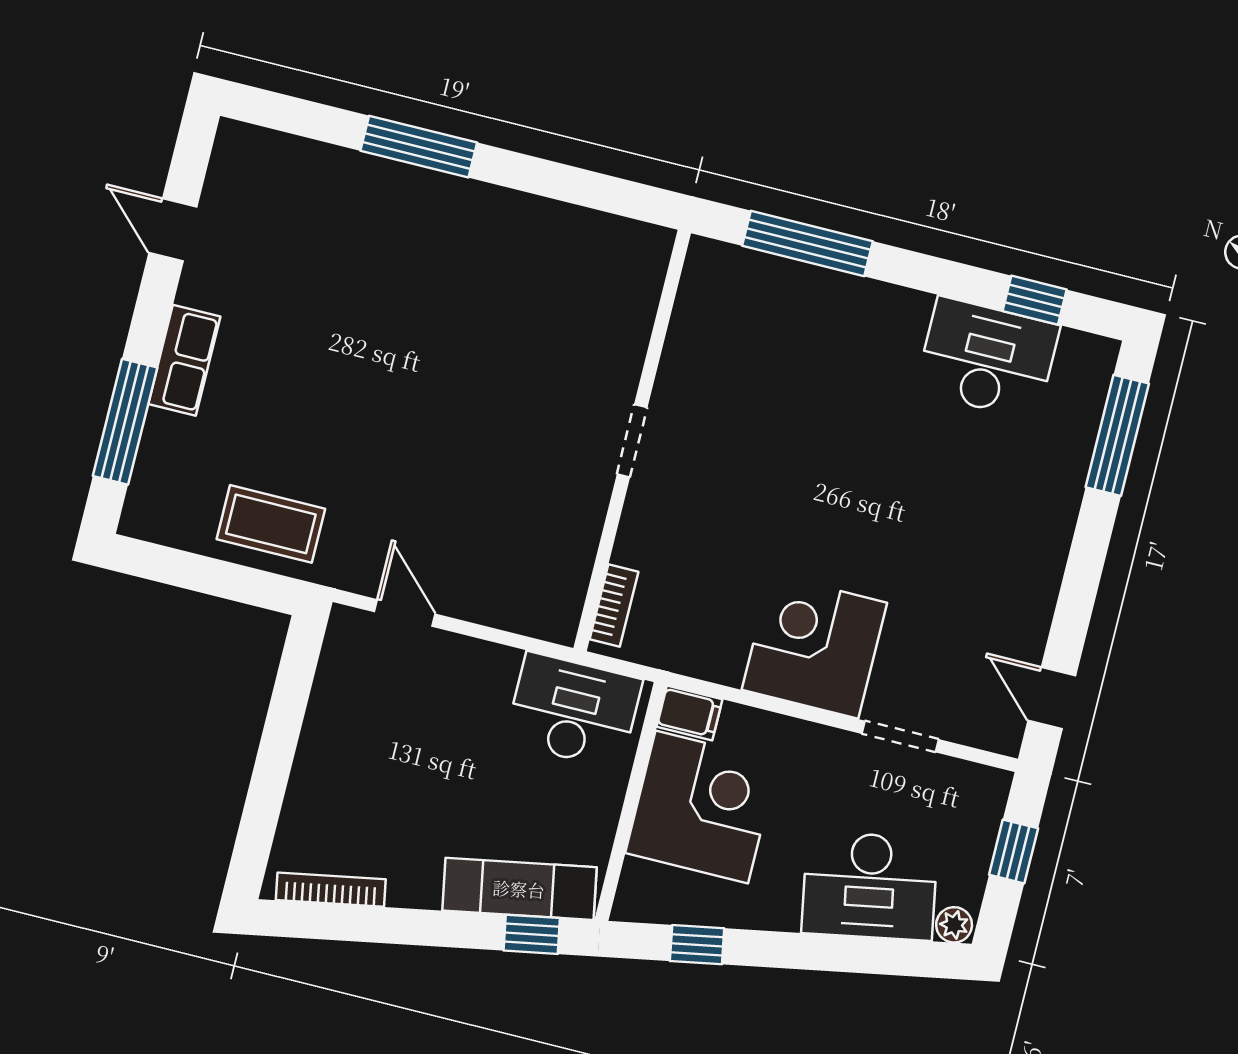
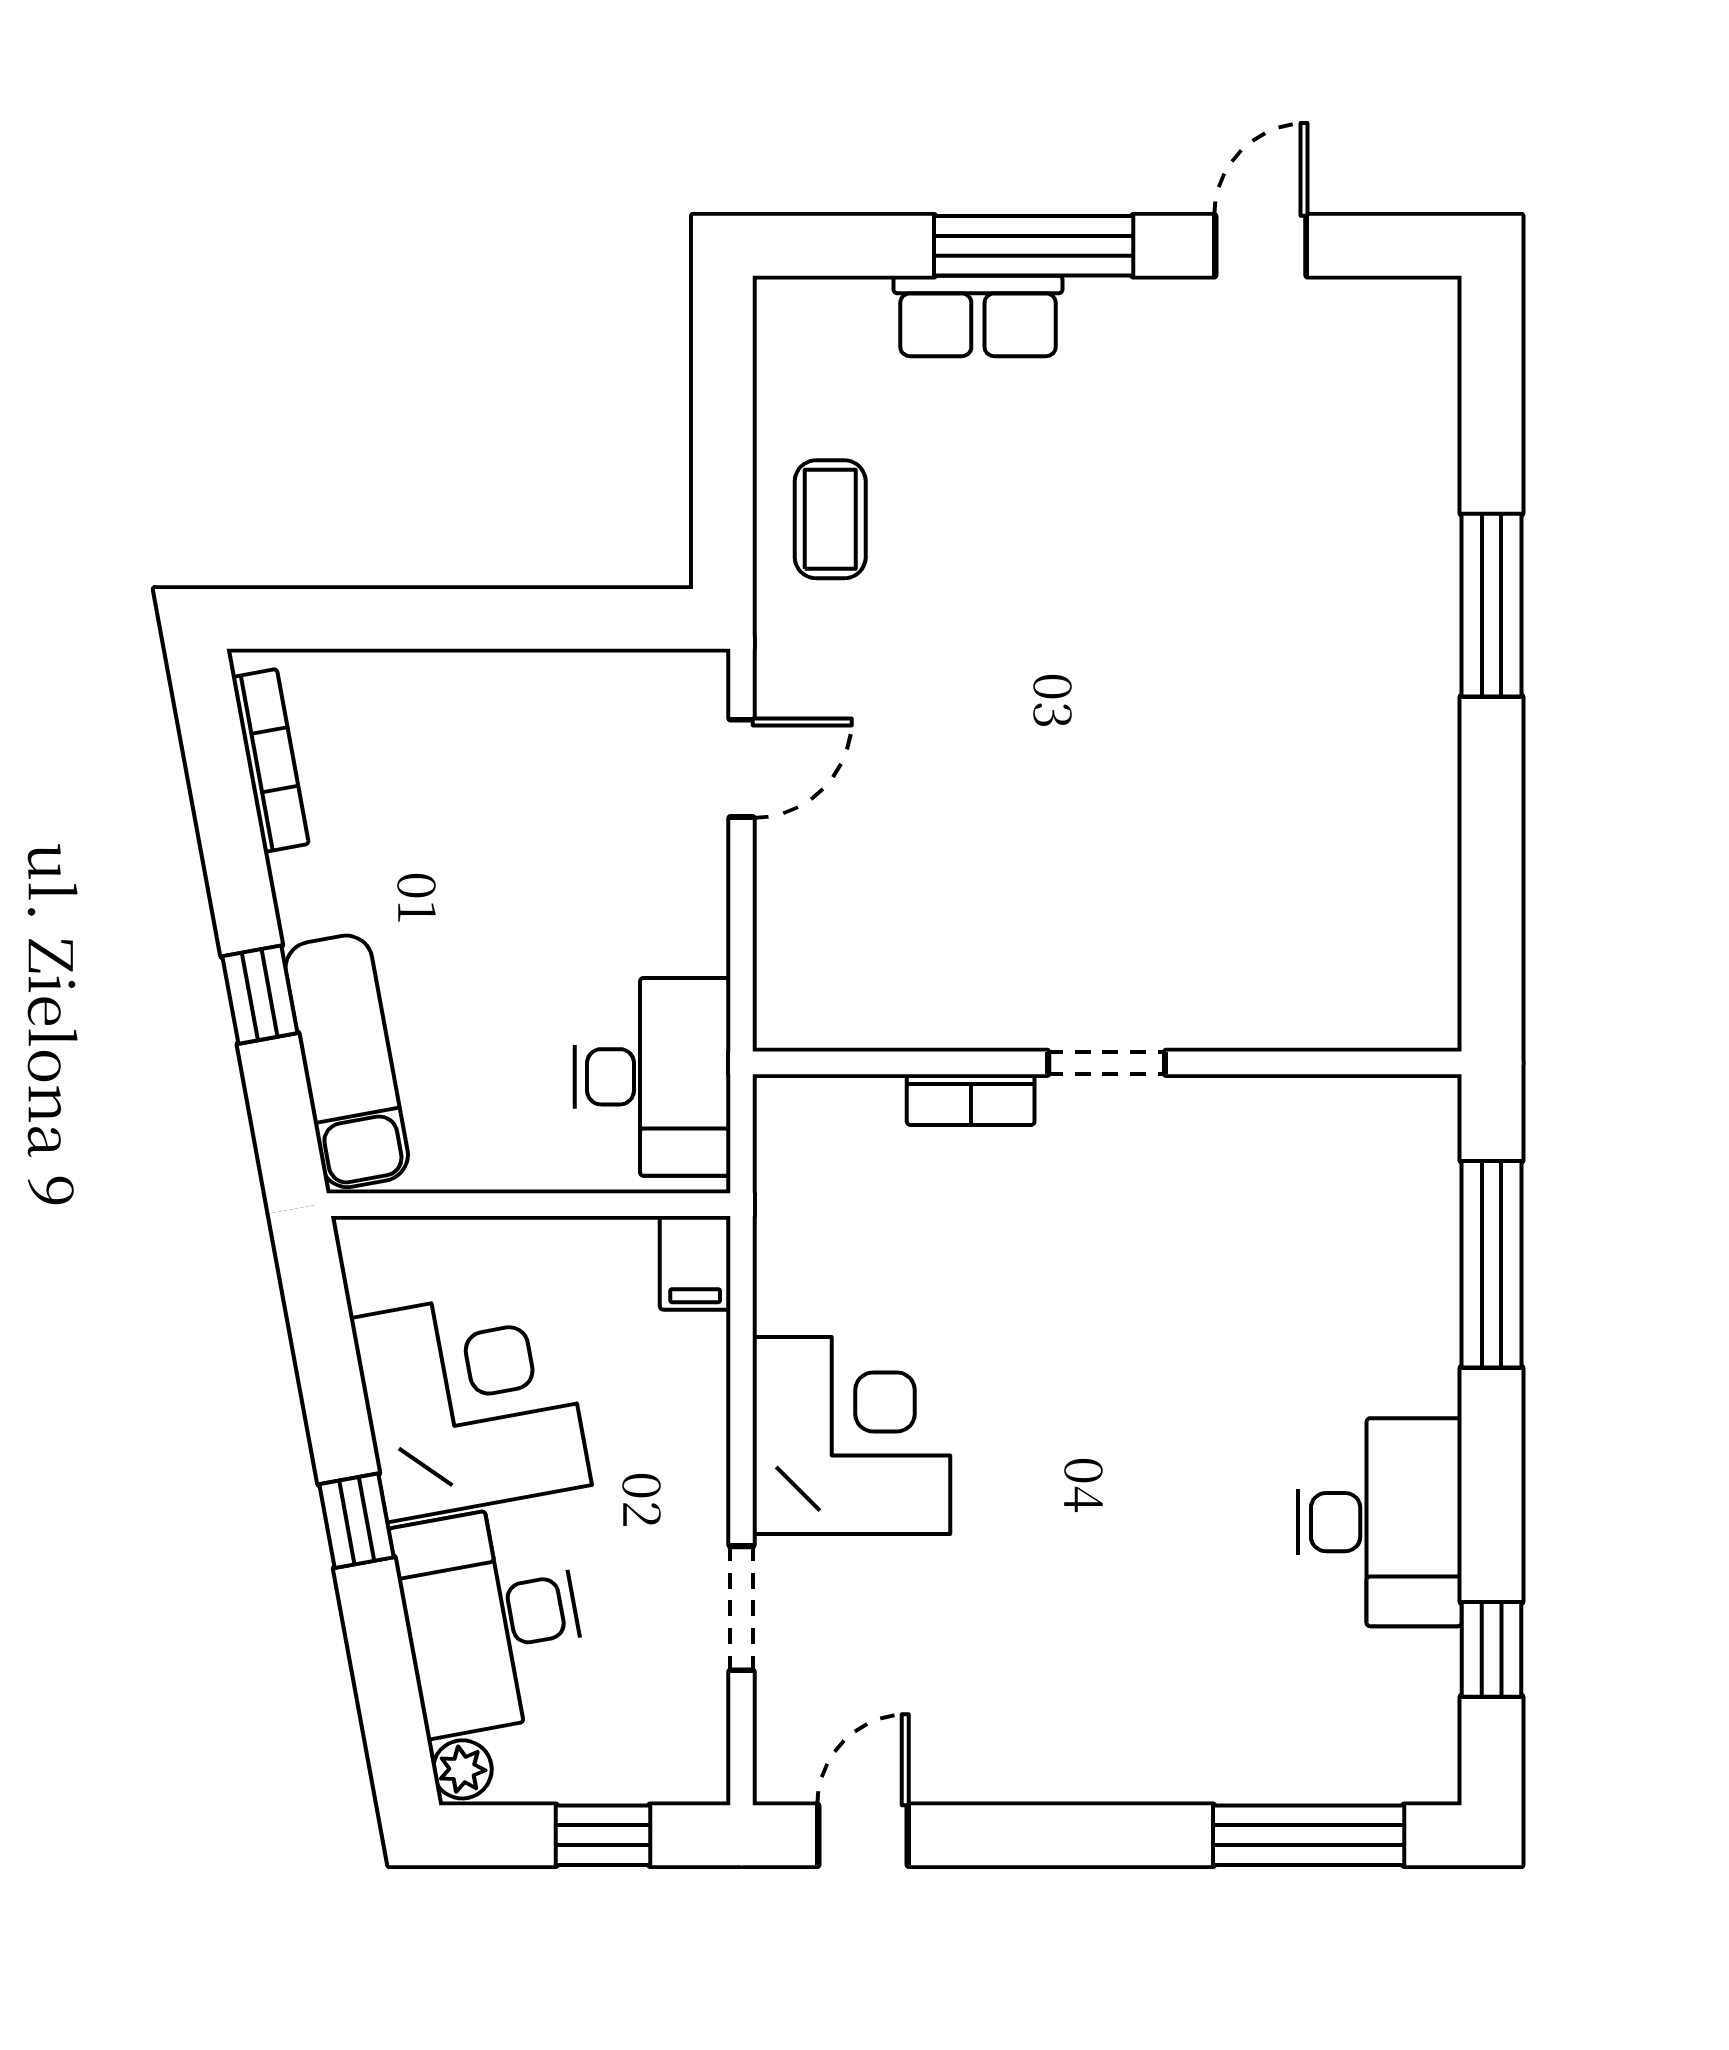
desk: (987, 358) -> (1380, 1522), moved
row of seats: (184, 360) -> (978, 316), moved
window: (125, 422) -> (1034, 246), moved
coffee table: (271, 524) -> (830, 519), width x0.73, depth x0.77
bookcase: (614, 606) -> (971, 1100), moved
corner desk: (702, 807) -> (471, 1402), moved, turned -100
window: (532, 934) -> (260, 995), moved
window: (697, 945) -> (357, 1521), moved

